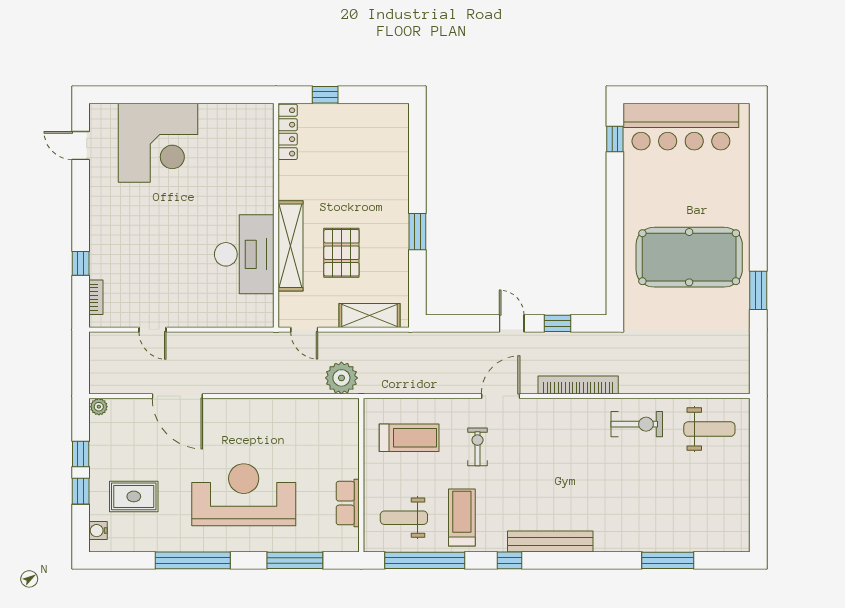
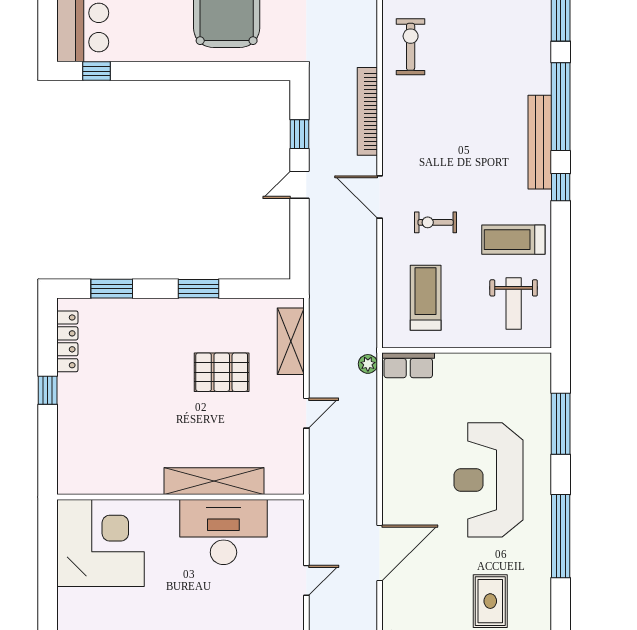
locker: (288, 132) -> (67, 341), moved, turned 90
corner desk: (158, 143) -> (100, 543), moved
window: (417, 153) -> (112, 289), added
wall: (276, 215) -> (180, 497), moved
shelving: (290, 246) -> (214, 481), moved
desk: (244, 254) -> (223, 532), moved
plant: (341, 378) -> (368, 364), width x0.53, depth x0.53
row of seats: (348, 503) -> (408, 365), moved
window: (425, 560) -> (561, 107), moved

